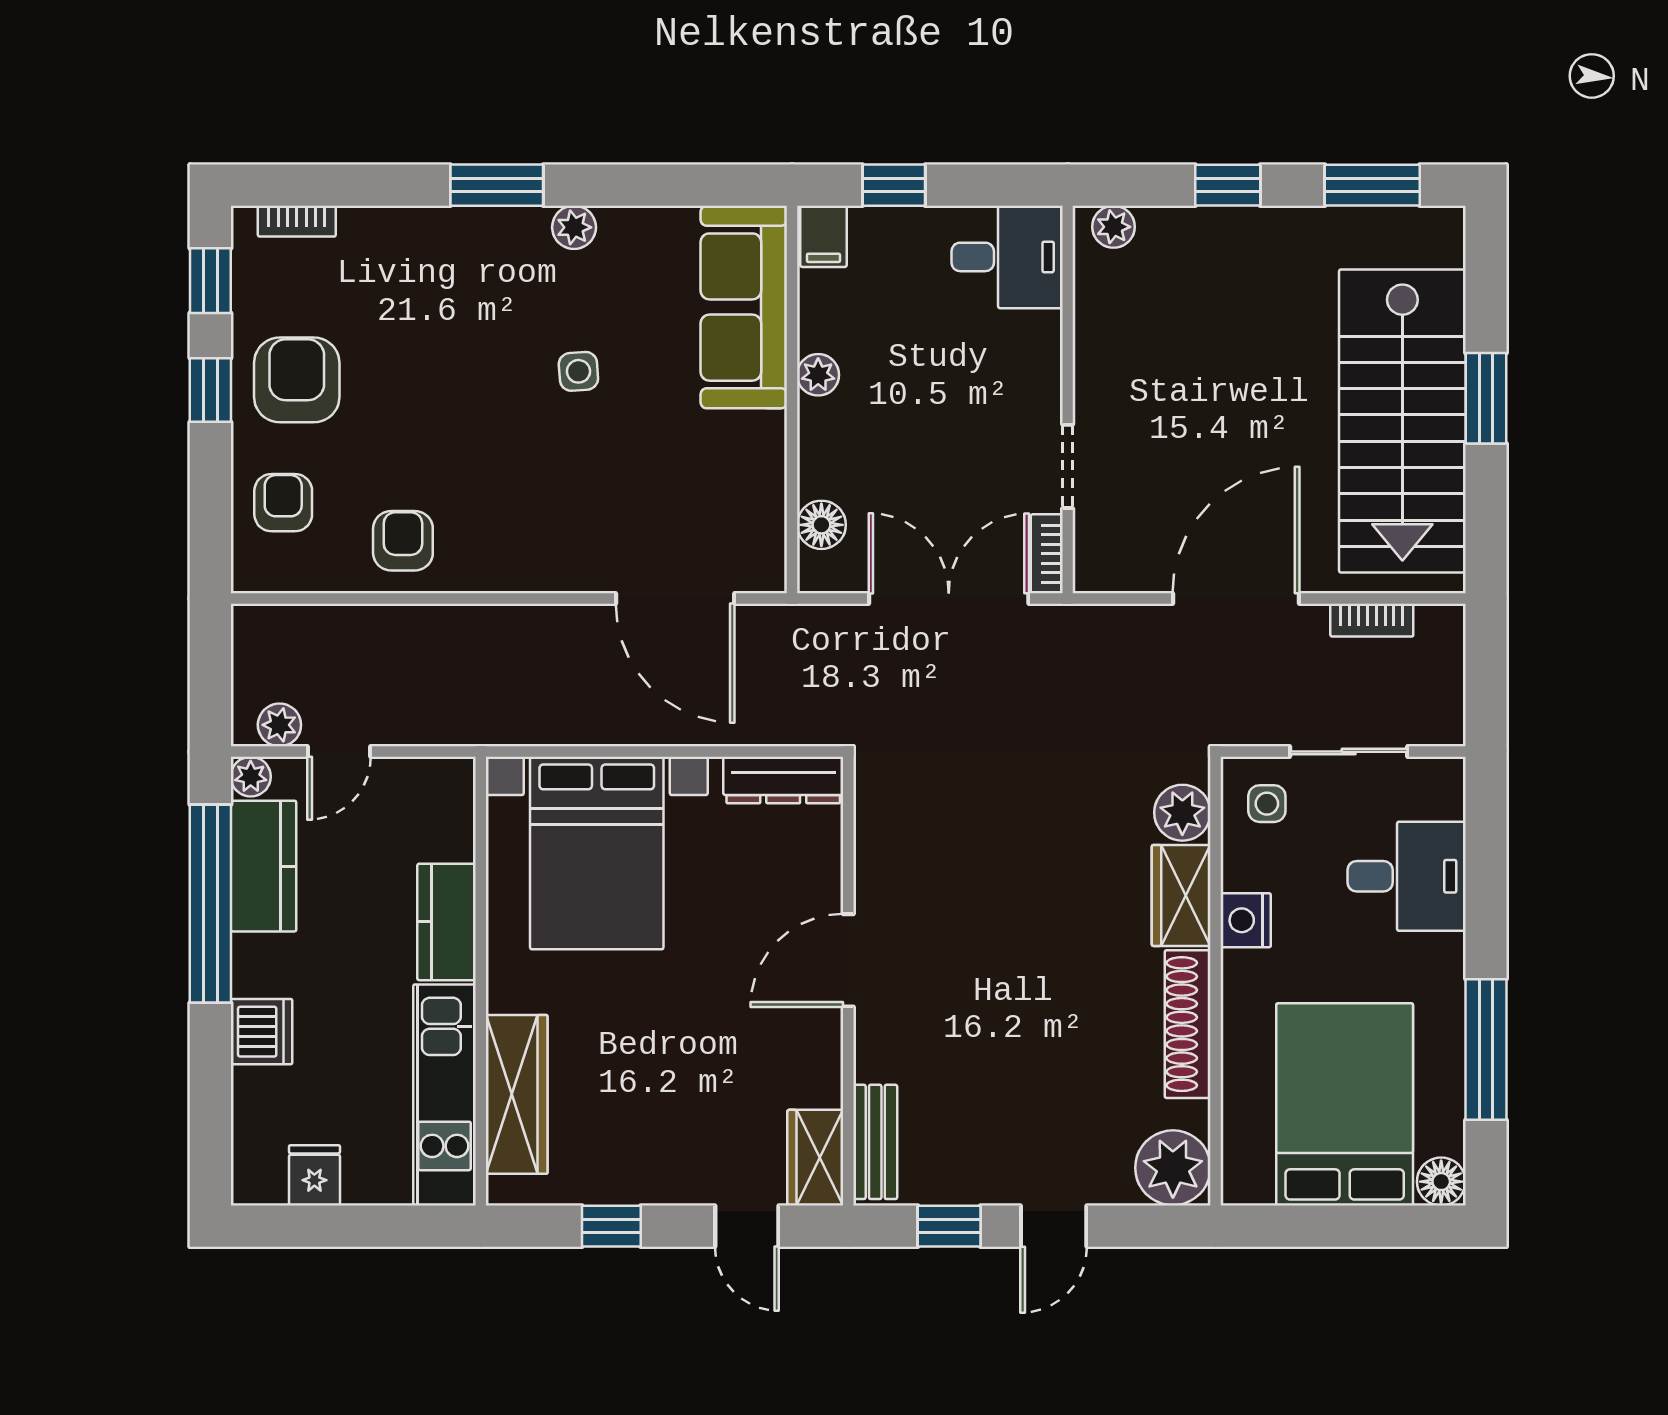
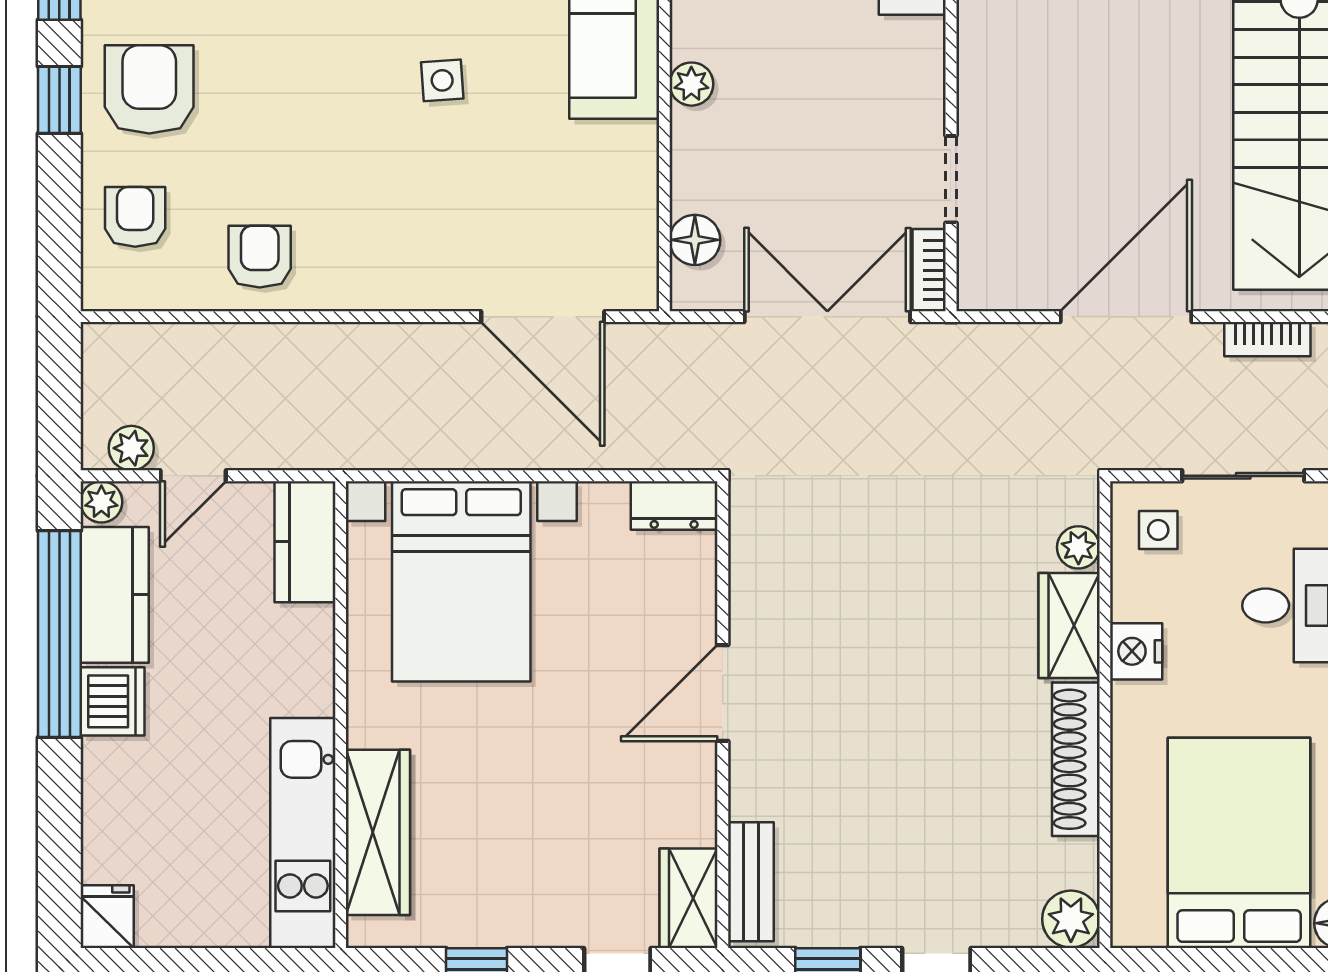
dresser: (783, 780) -> (674, 505), width x0.70
plant: (1182, 813) -> (1078, 547), width x0.73, depth x0.73
kitchen counter: (447, 922) -> (305, 542), moved
dishwasher: (261, 1032) -> (113, 701), moved
plant: (1173, 1168) -> (1071, 919), width x0.73, depth x0.73
fridge: (314, 1175) -> (107, 917), moved

